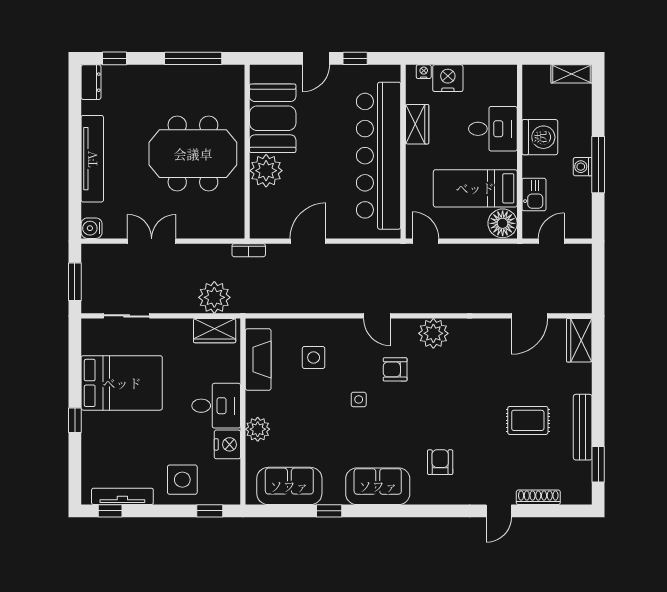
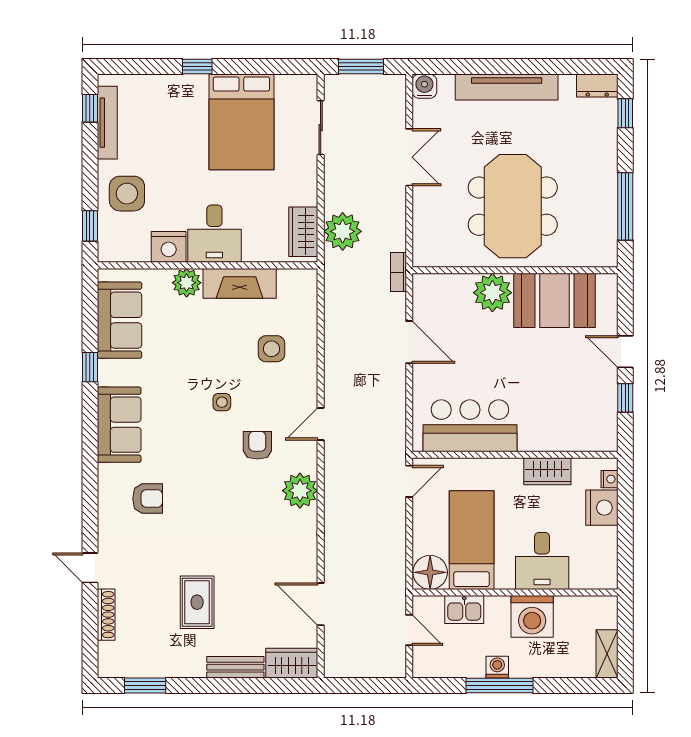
bar counter: (379, 156) -> (470, 426), width x0.54
fireplace: (258, 360) -> (240, 283), moved
bench: (583, 427) -> (235, 667), moved, width x0.73

